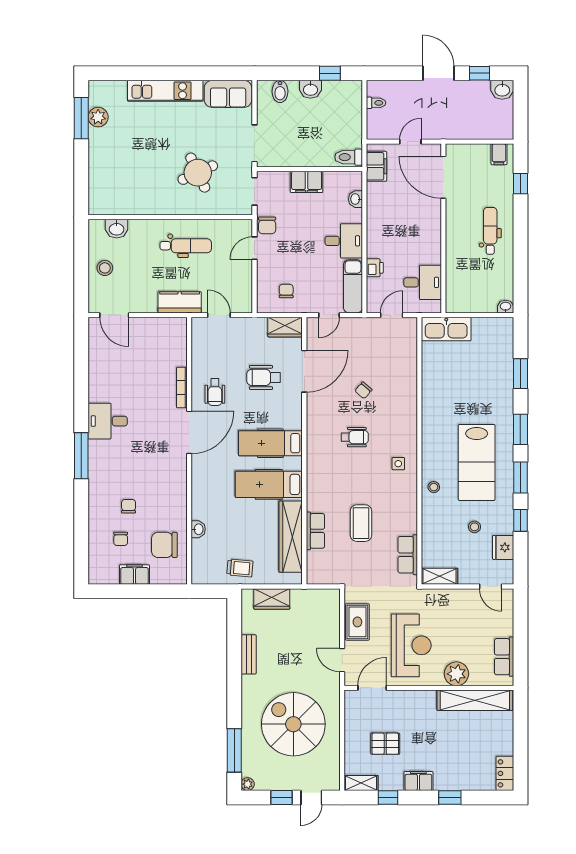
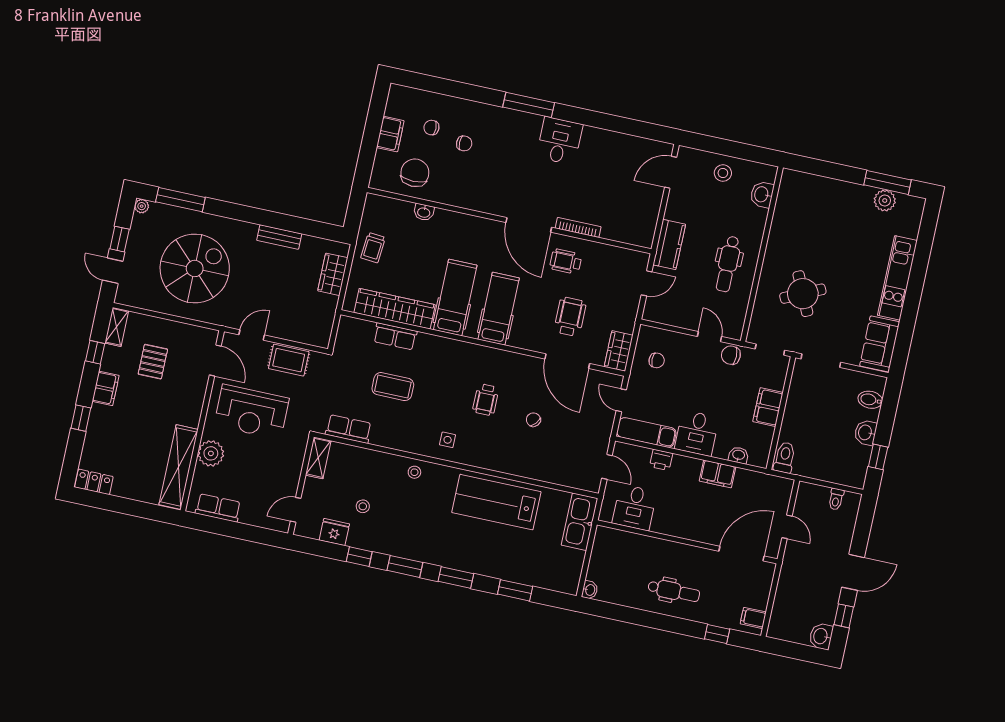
filing cabinet: (376, 166) -> (717, 474), moved
lab bench: (477, 462) -> (496, 502), moved

